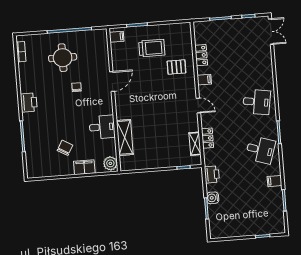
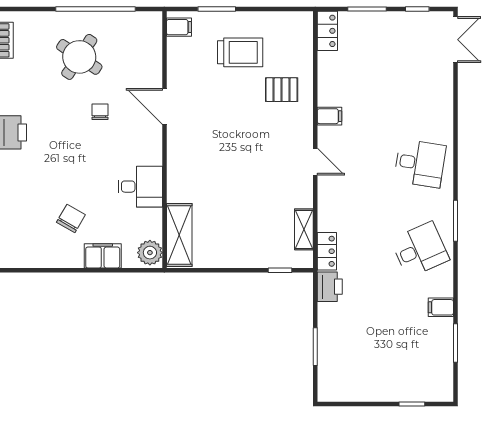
locker: (201, 55) -> (327, 31), moved
round table: (63, 58) -> (79, 57), turned 34
door: (112, 81) -> (164, 106), swing flipped
shelving: (125, 137) -> (179, 235), moved
locker: (207, 138) -> (327, 251), moved
desk: (260, 150) -> (420, 250), turned -42
water cooler: (213, 198) -> (328, 329), removed

